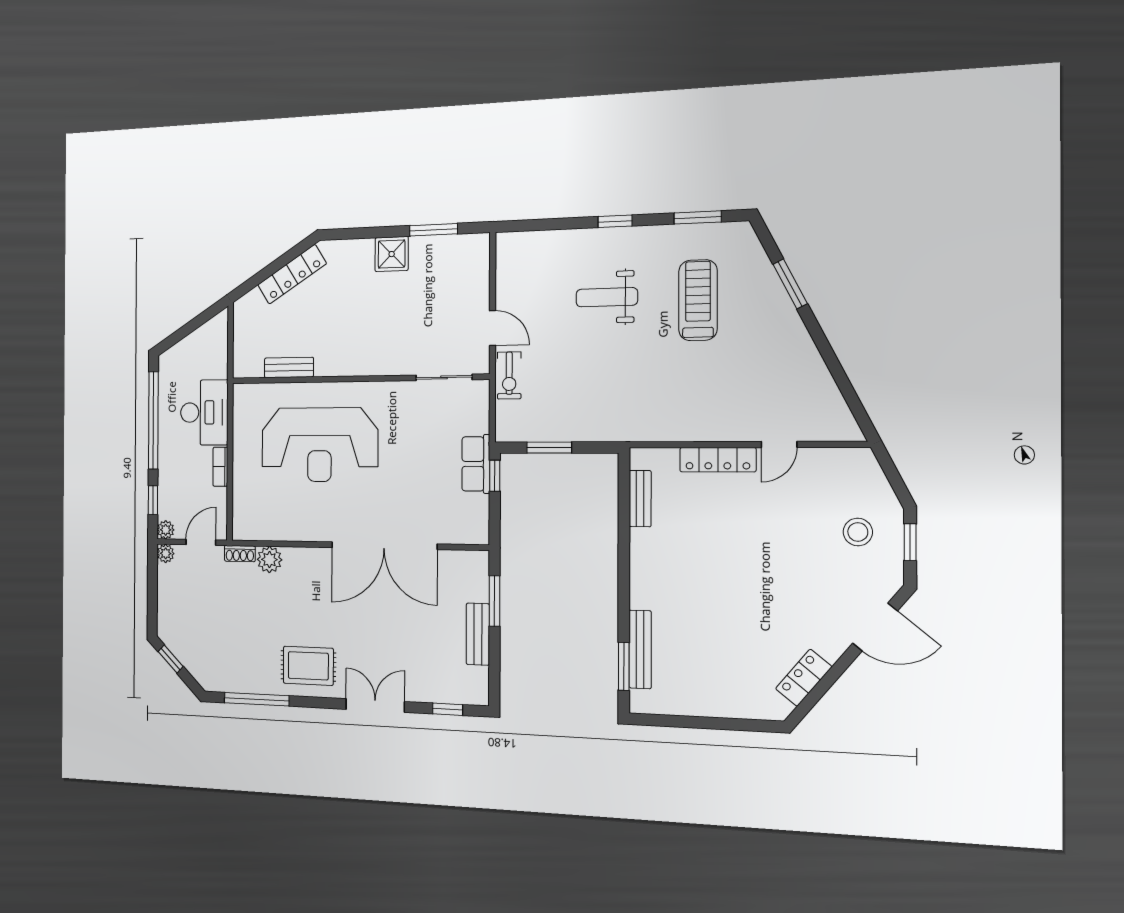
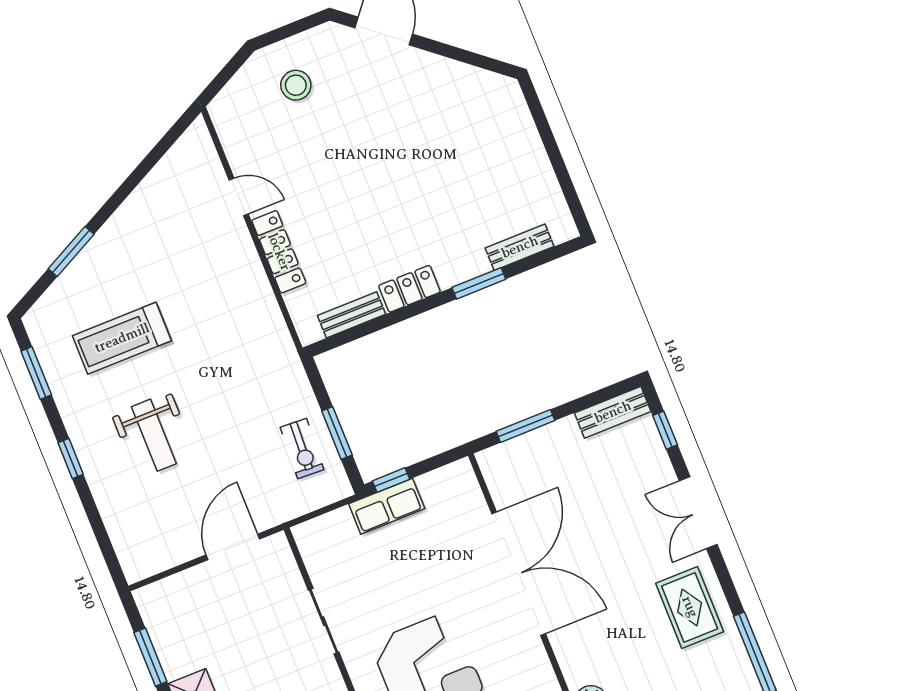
door: (492, 328) -> (233, 547), width x1.38
exercise bike: (509, 375) -> (302, 448), moved, turned 93
sliding door: (444, 377) -> (324, 621), moved
window: (910, 542) -> (285, 32), removed
bench: (478, 634) -> (613, 412), moved
bench: (640, 649) -> (520, 247), width x0.73
window: (624, 666) -> (479, 283), moved
locker: (804, 678) -> (409, 289), moved, turned 141

